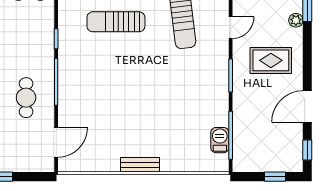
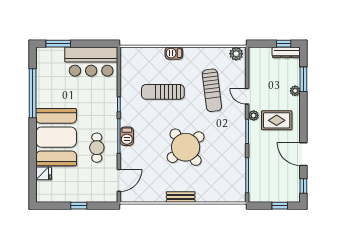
door: (231, 28) -> (247, 96), swing flipped
plant: (239, 54) -> (254, 115), added
round table: (147, 97) -> (186, 147), added
door: (307, 106) -> (303, 154), hinge flipped
barbecue: (220, 140) -> (127, 136), moved, turned 180

